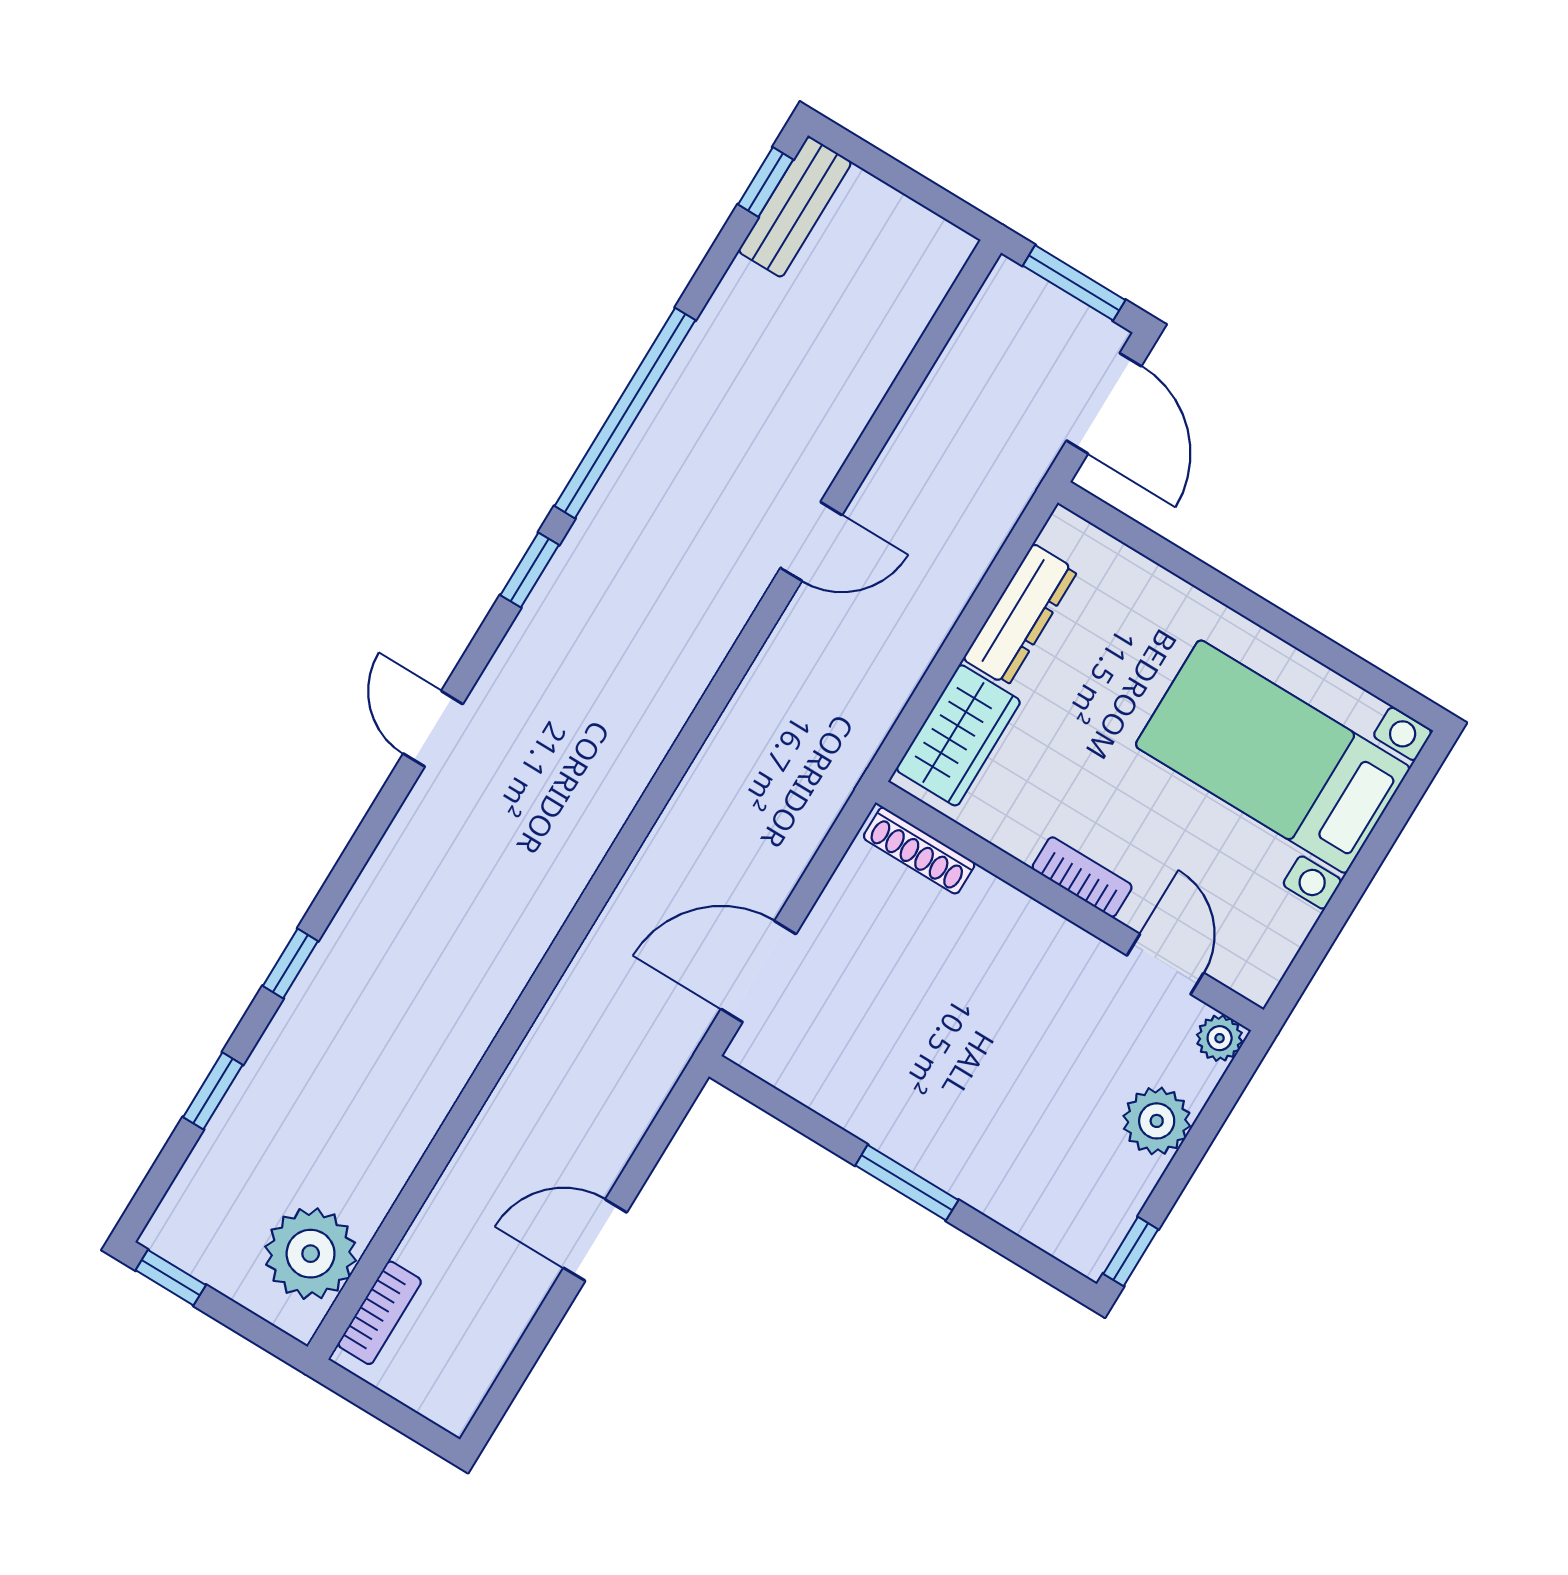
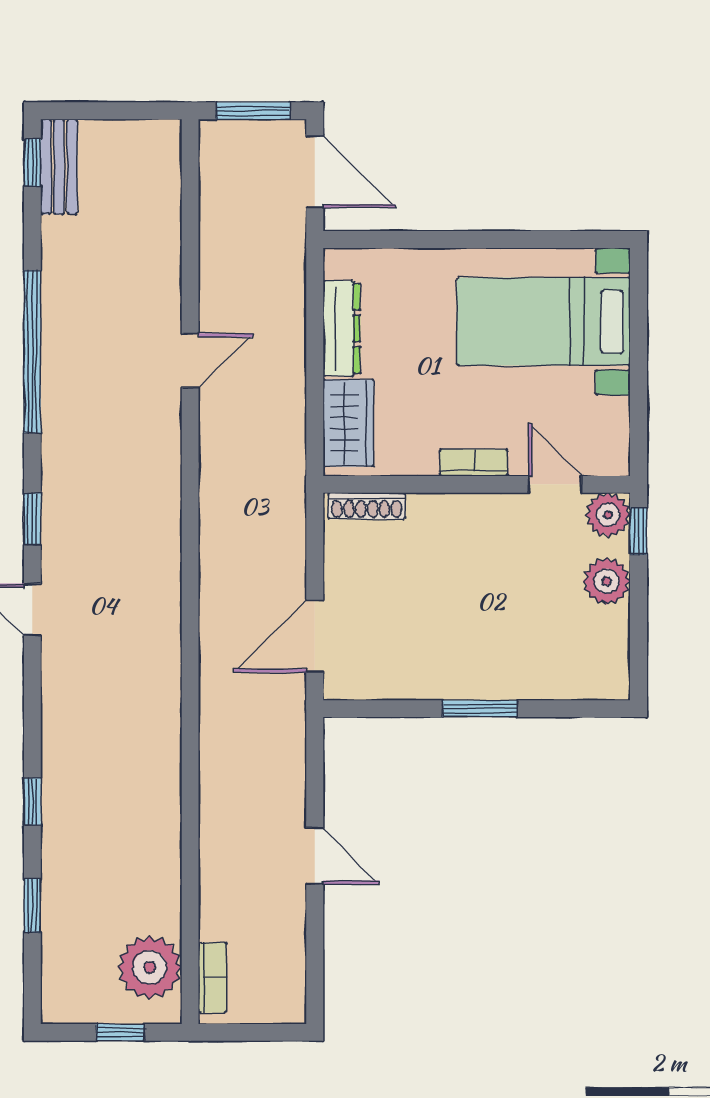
window: (530, 570) -> (32, 519), moved
plant: (1220, 1038) -> (608, 515), width x1.38, depth x1.38
door: (595, 1240) -> (315, 856), swing flipped
window: (1131, 1252) -> (639, 531), moved
window: (171, 1278) -> (120, 1032), moved

